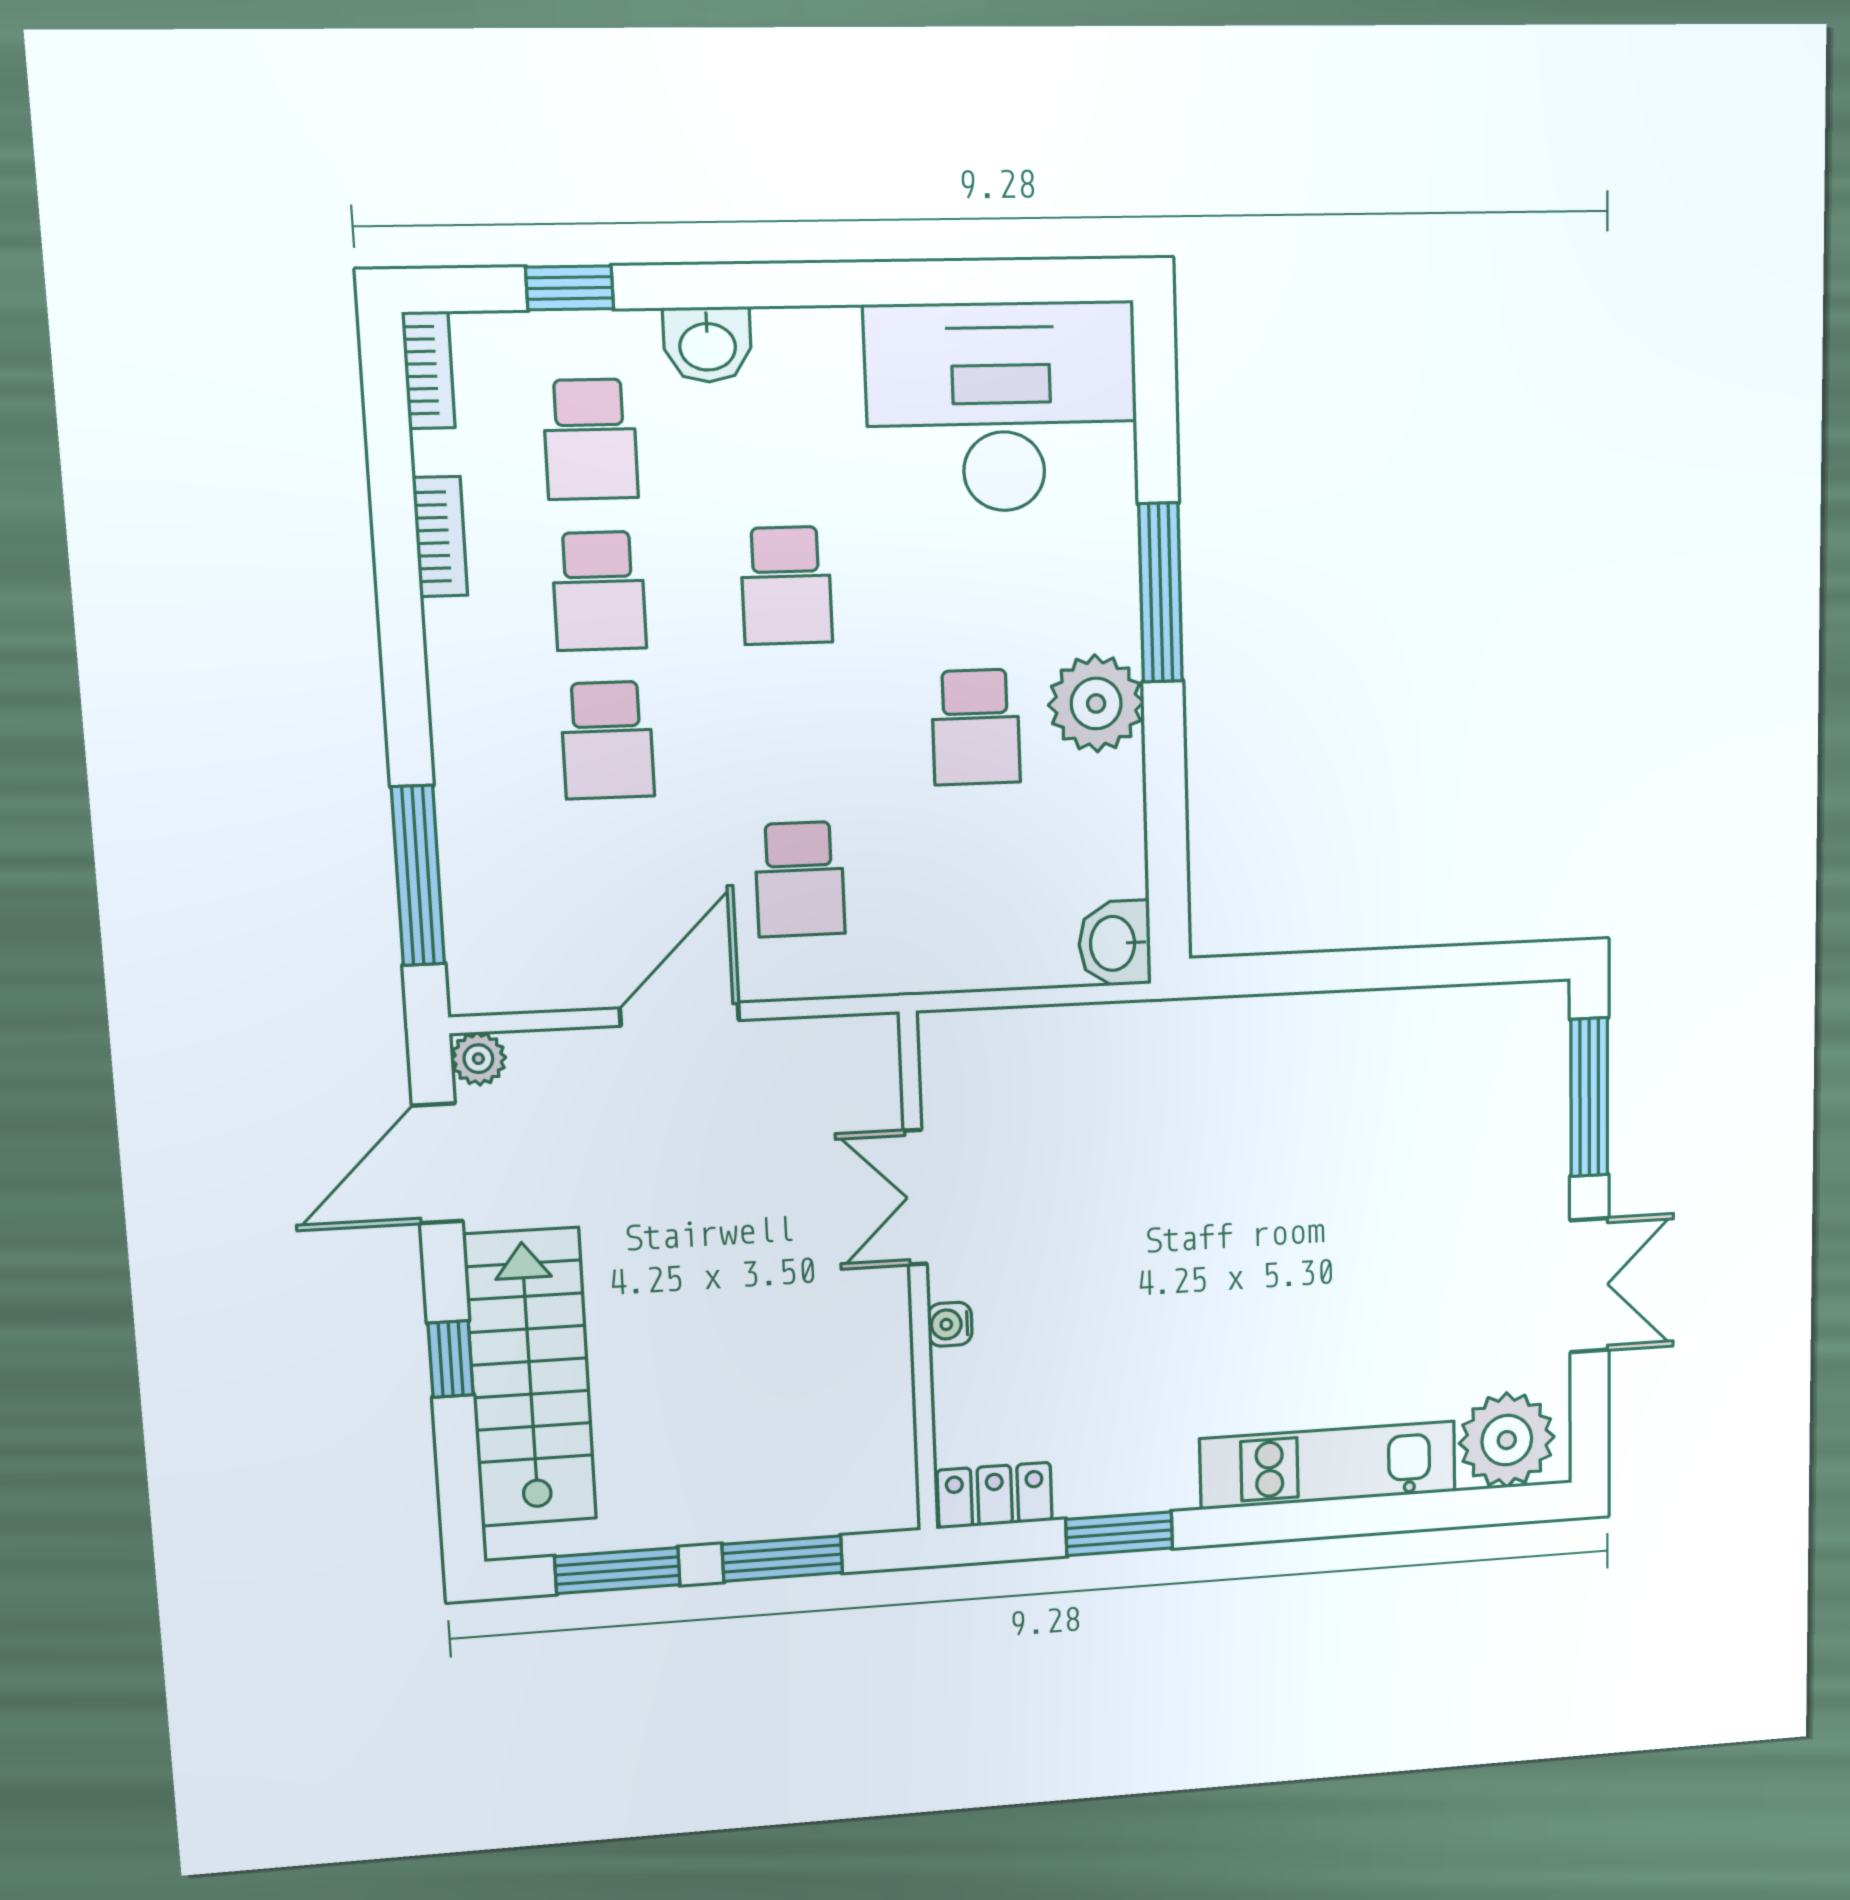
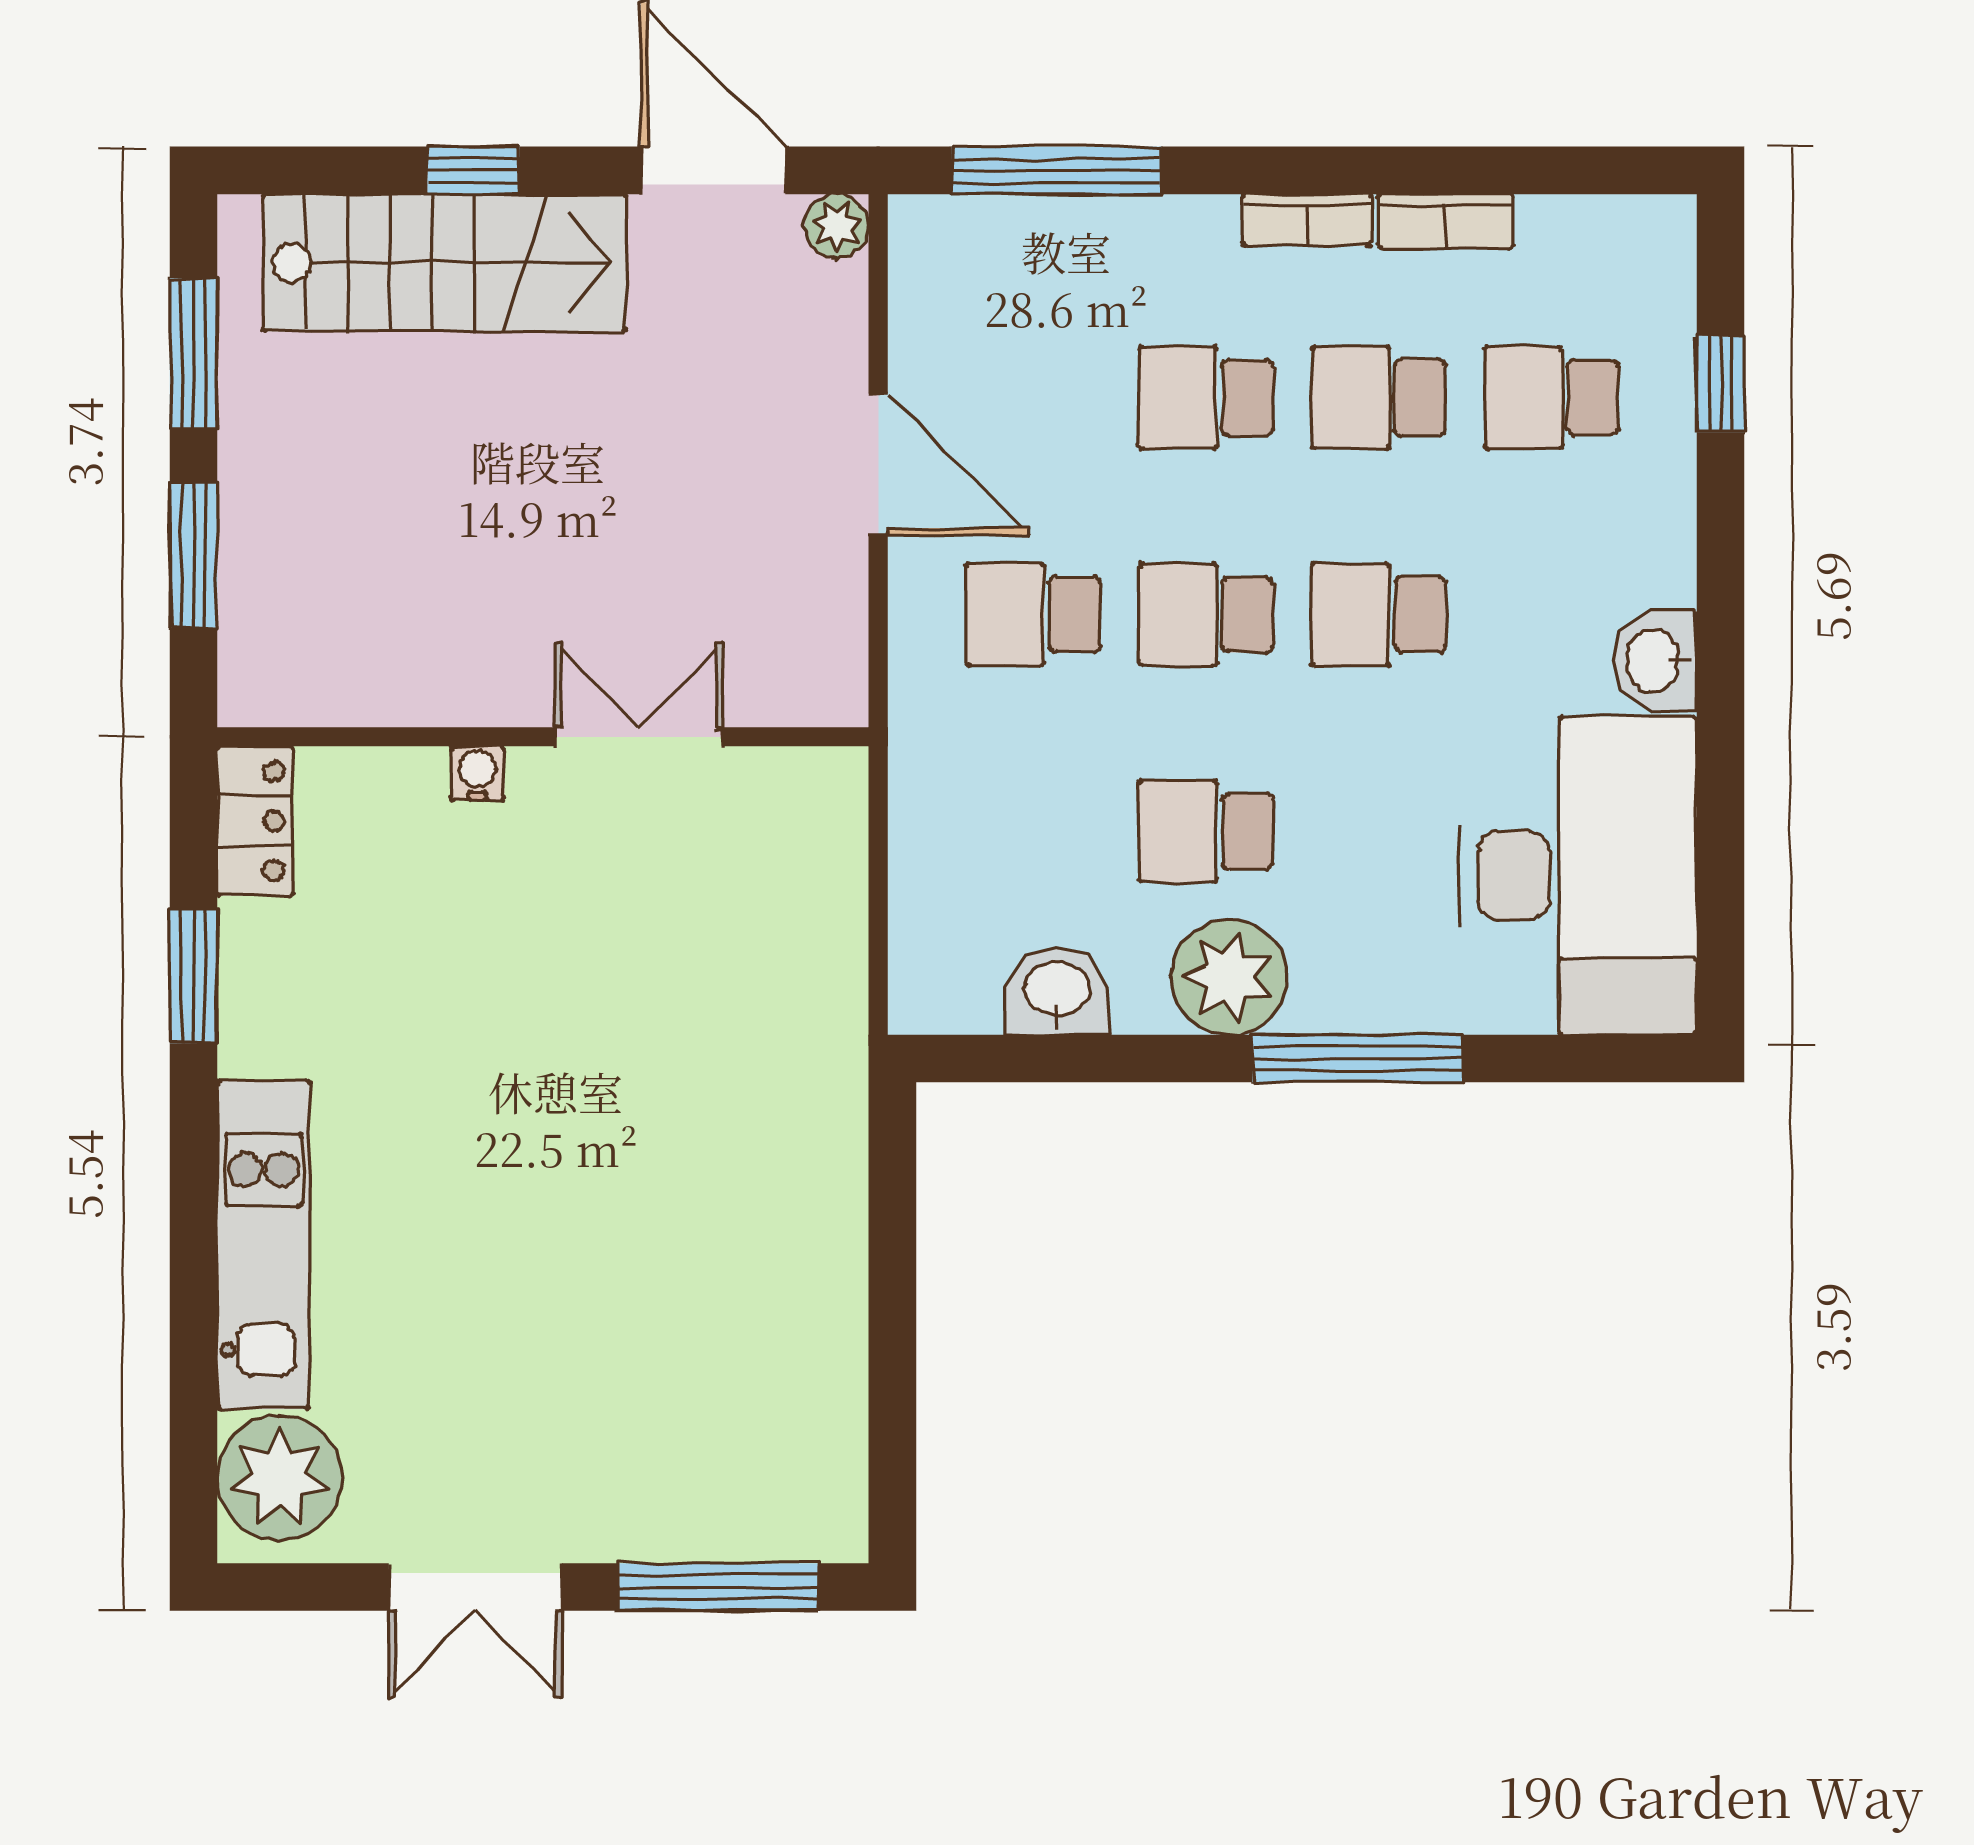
washbasin: (707, 345) -> (1655, 661), moved
bookcase: (428, 370) -> (1307, 220), moved
school desk: (793, 734) -> (1206, 614), added
washbasin: (1115, 943) -> (1057, 991), moved

